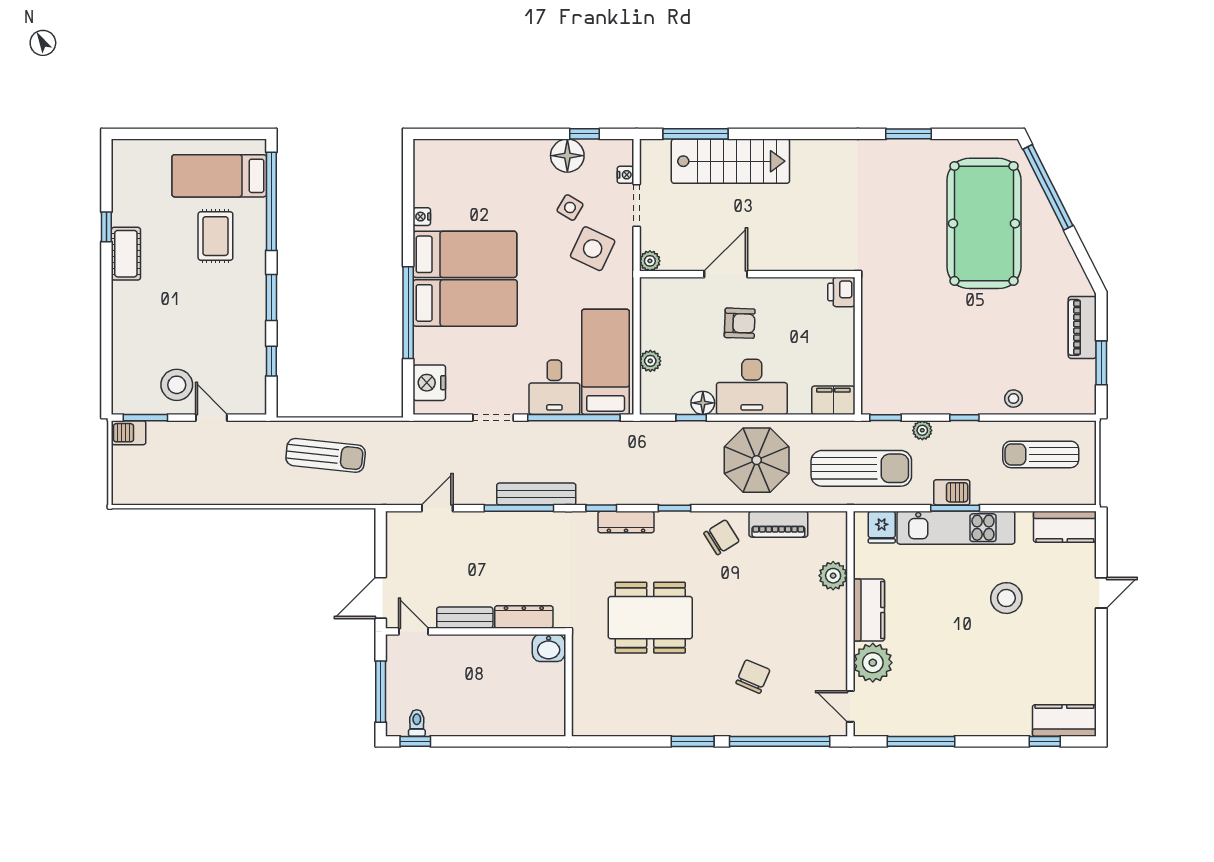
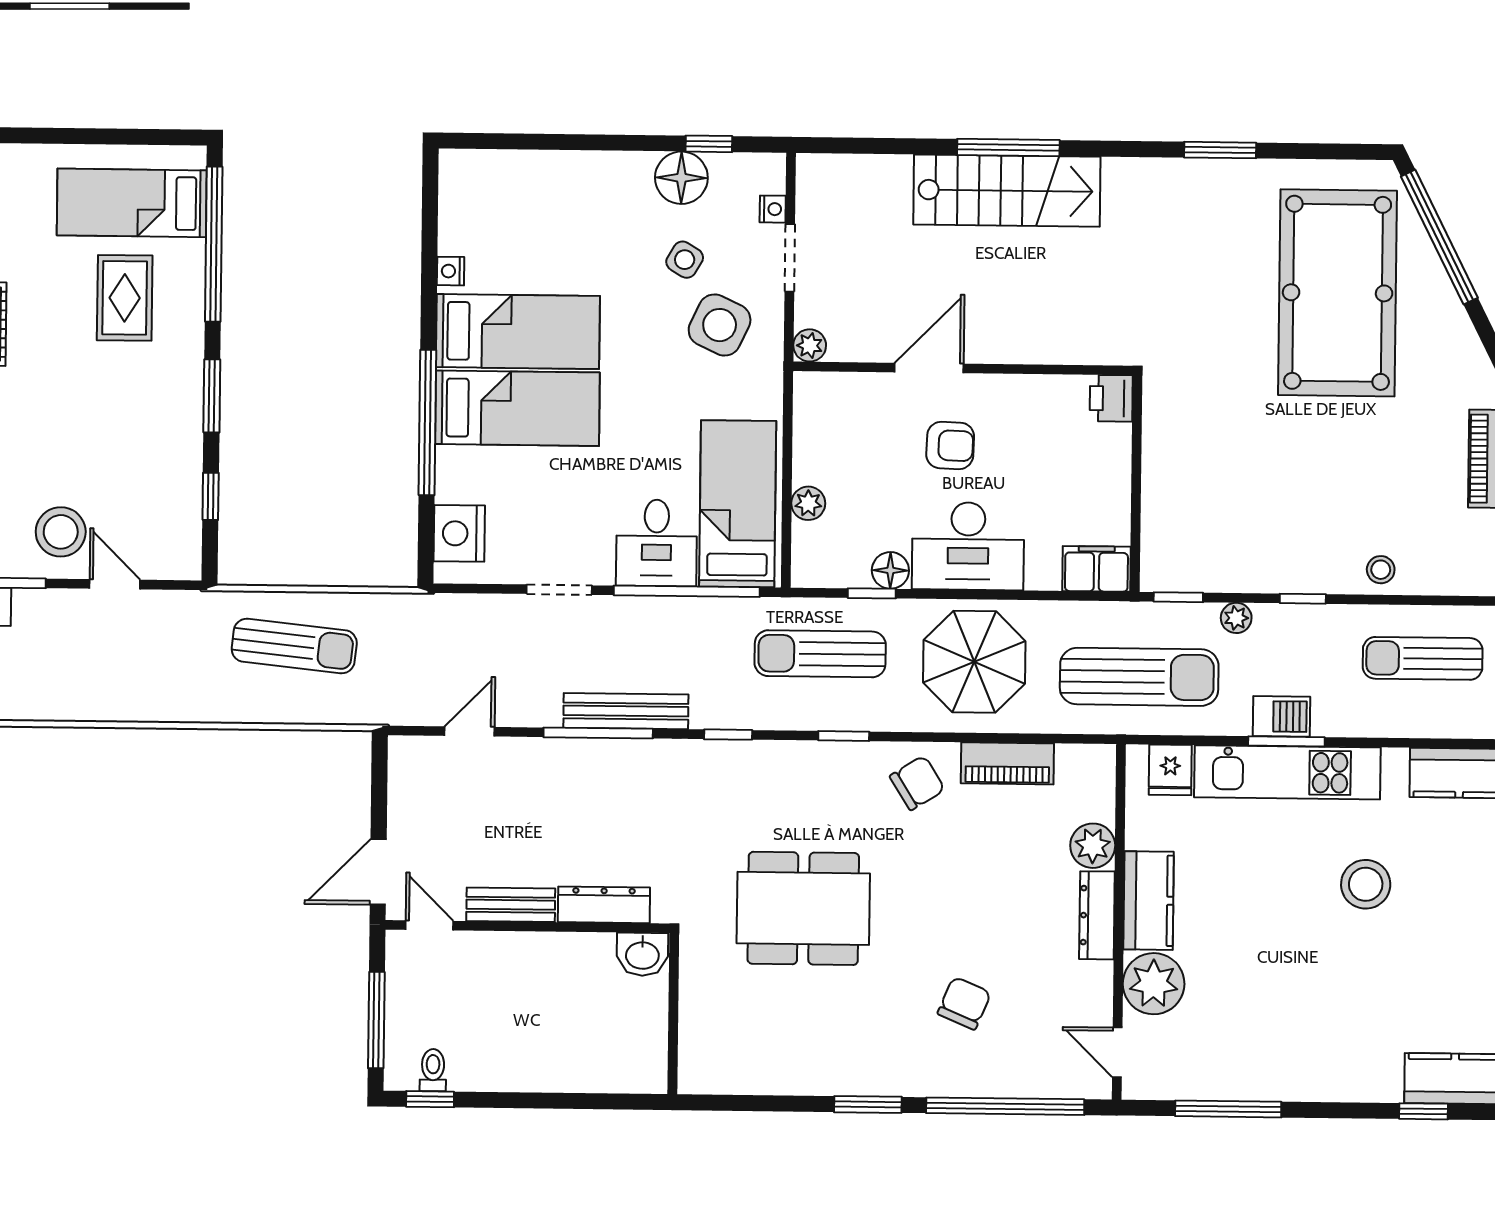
window: (696, 134) -> (1008, 147), moved
stairs: (730, 161) -> (1007, 191), moved
sun lounger: (659, 456) -> (820, 654), added
dresser: (626, 522) -> (1097, 915), moved, turned 90

